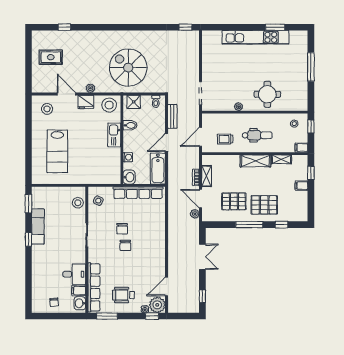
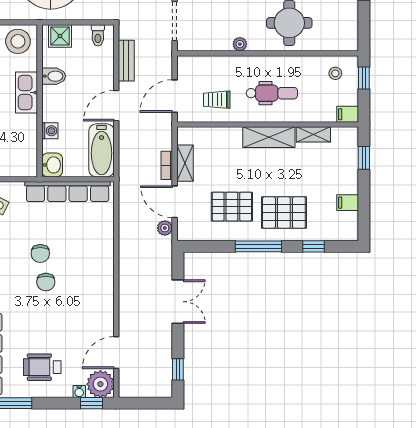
filing cabinet: (301, 186) -> (348, 203), moved

